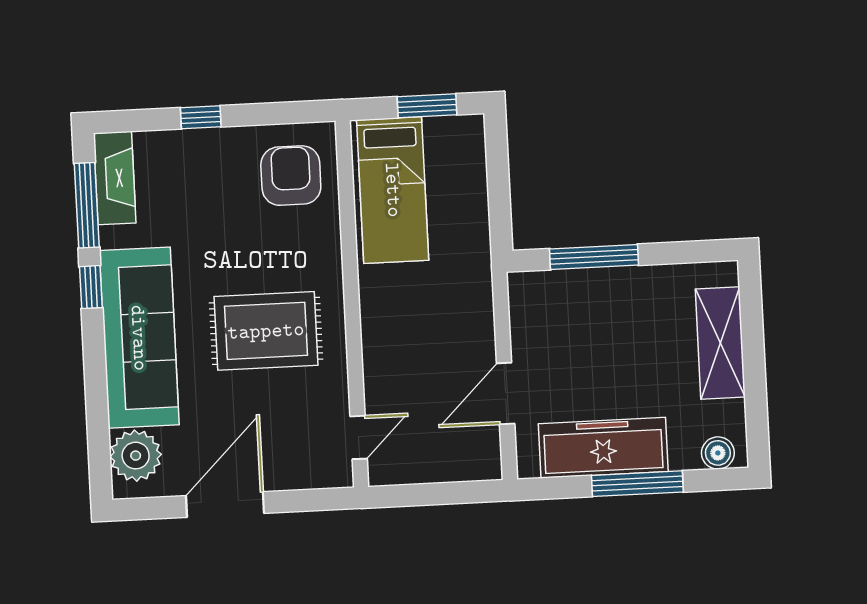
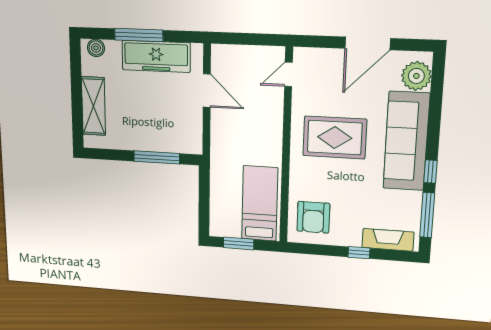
fireplace: (115, 178) -> (388, 240), moved, turned 90
door: (506, 394) -> (207, 91), hinge flipped

